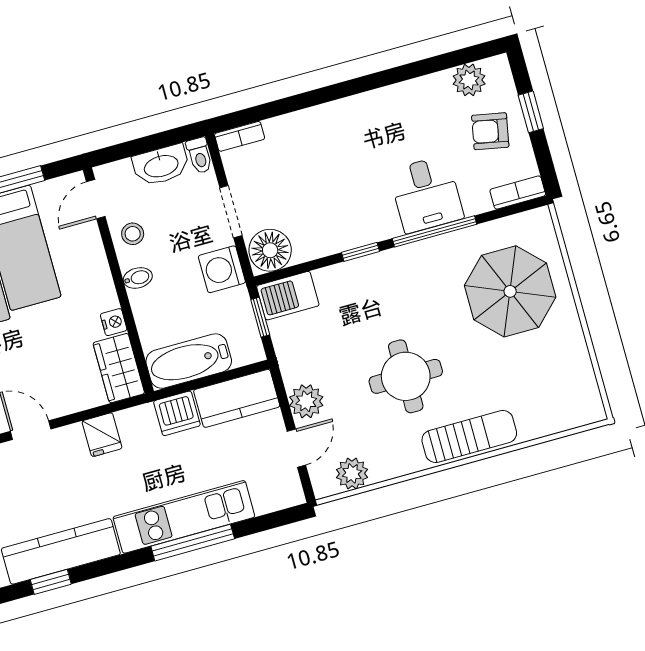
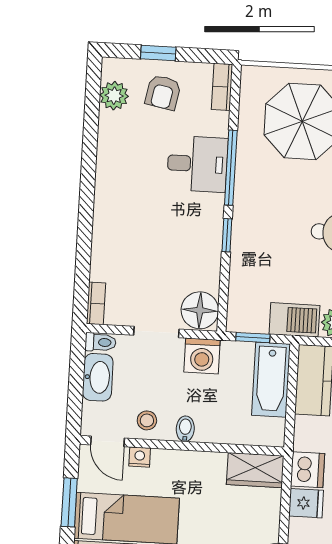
barbecue: (288, 296) -> (294, 320), moved, turned -90
nightstand: (114, 322) -> (140, 457), moved
bathtub: (189, 361) -> (271, 380), moved
dishwasher: (177, 413) -> (308, 470), moved

